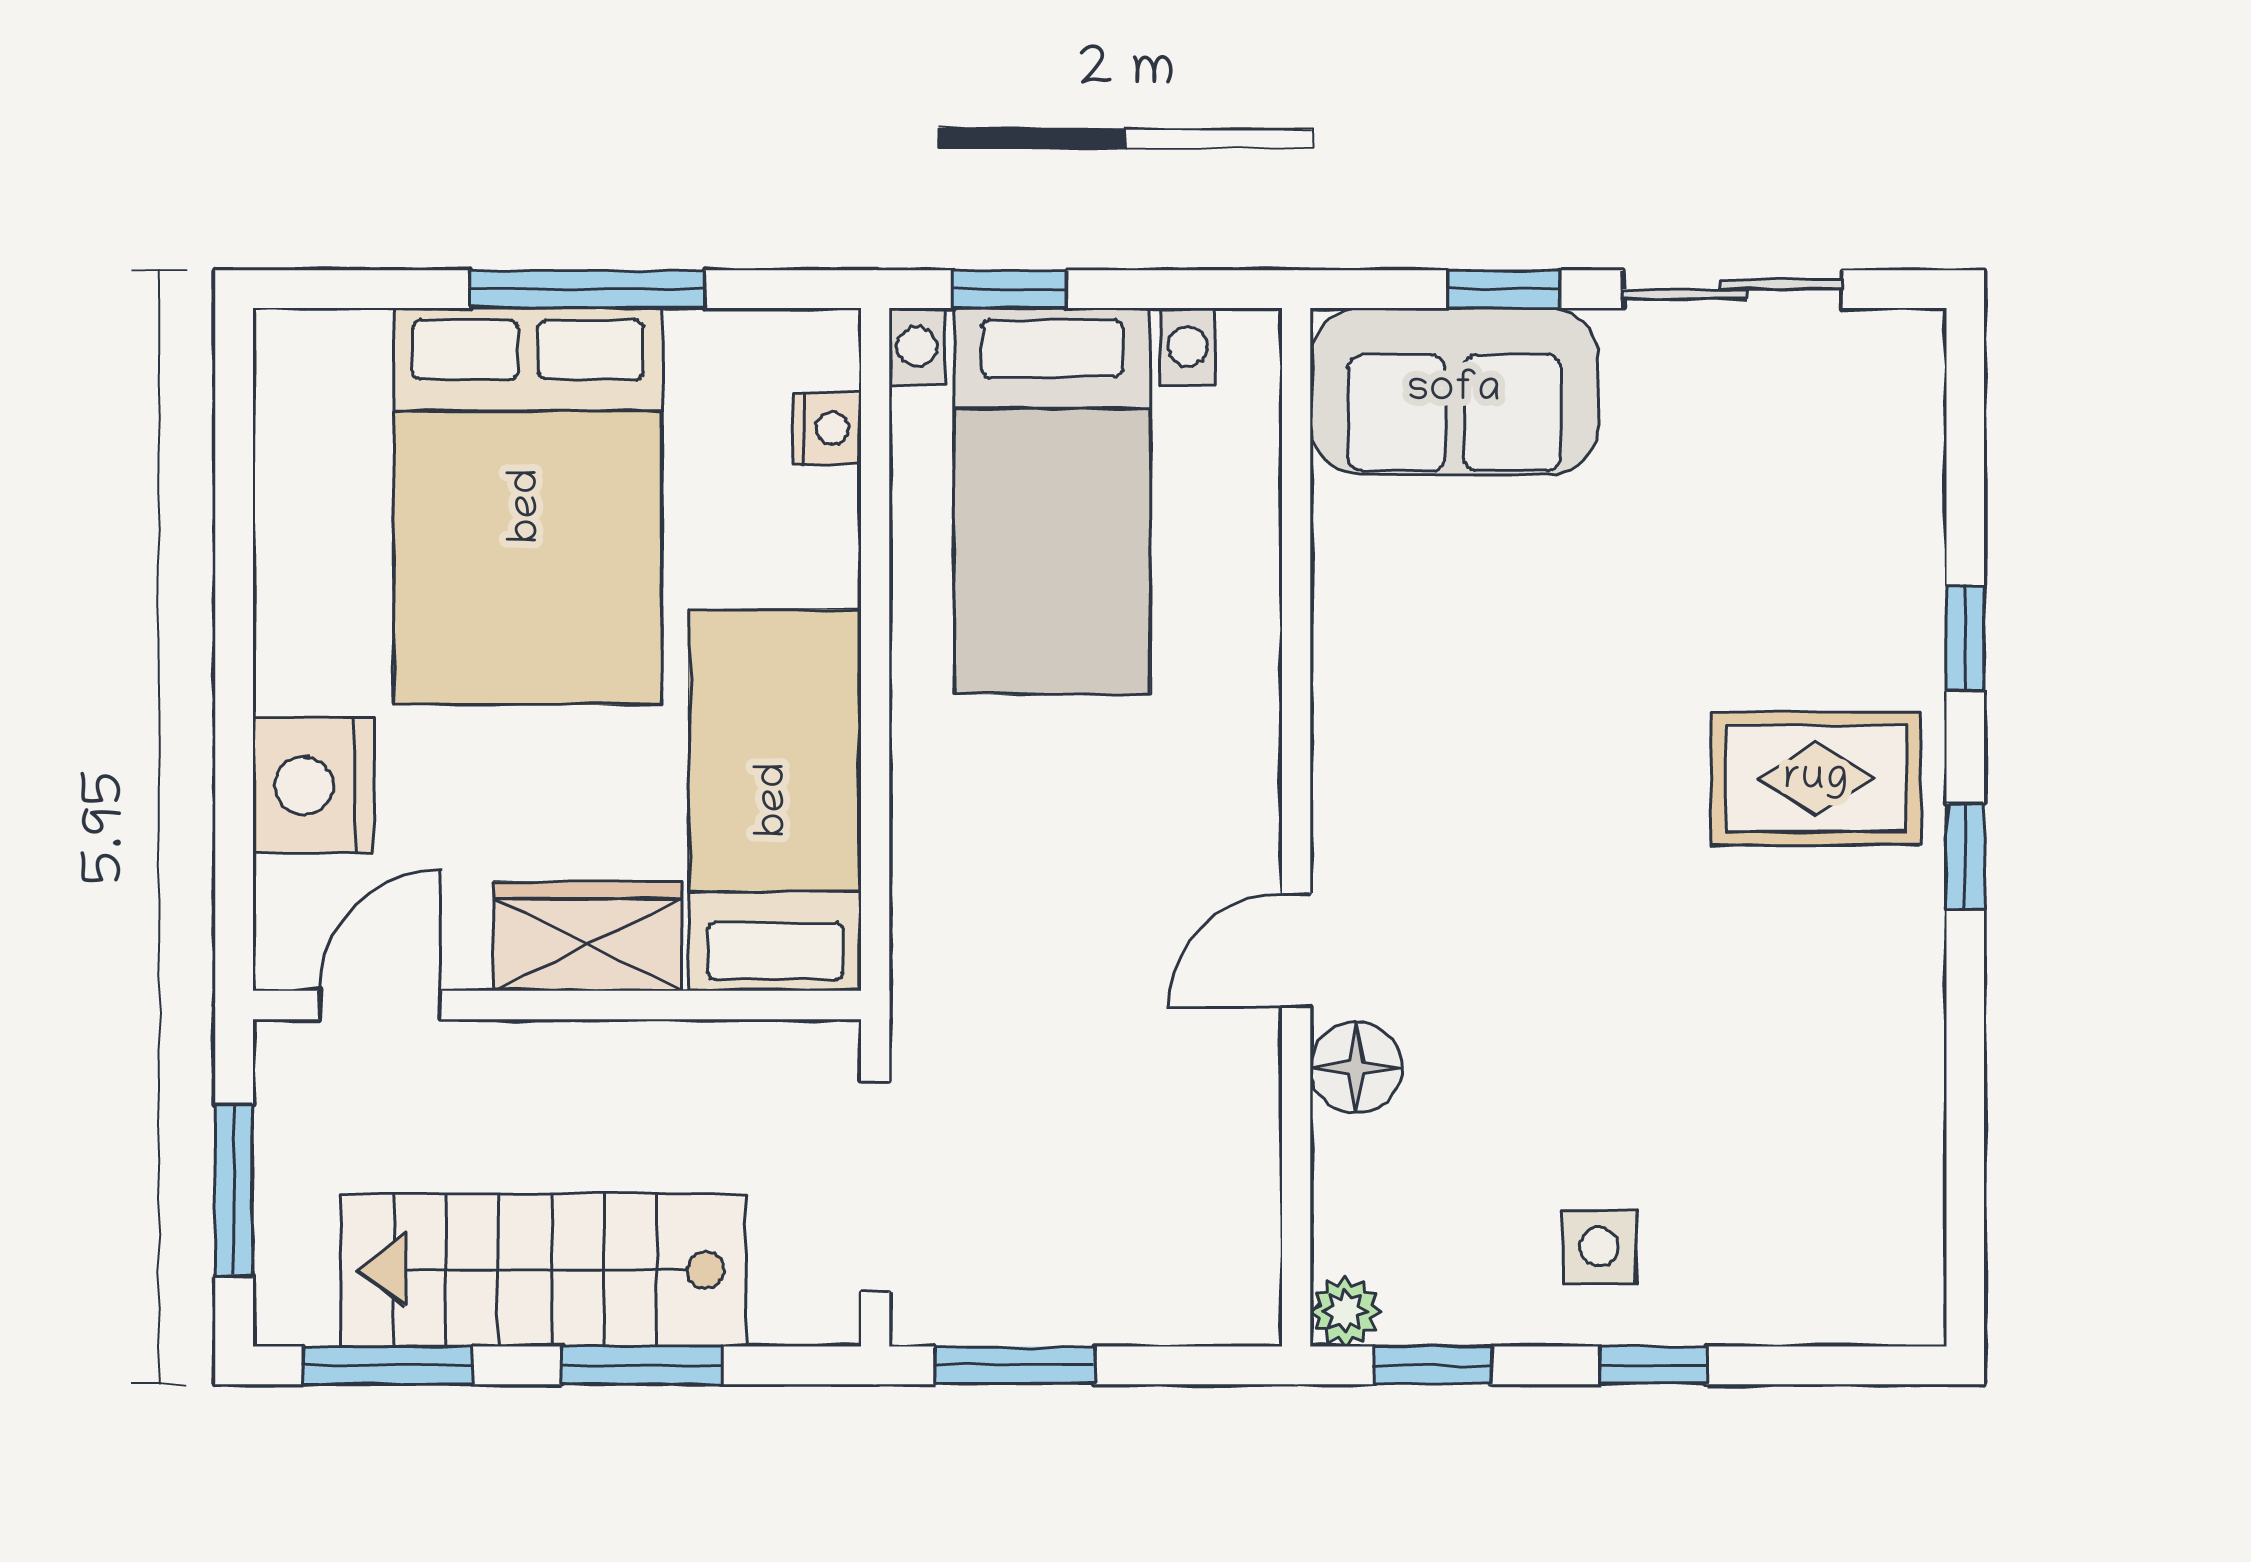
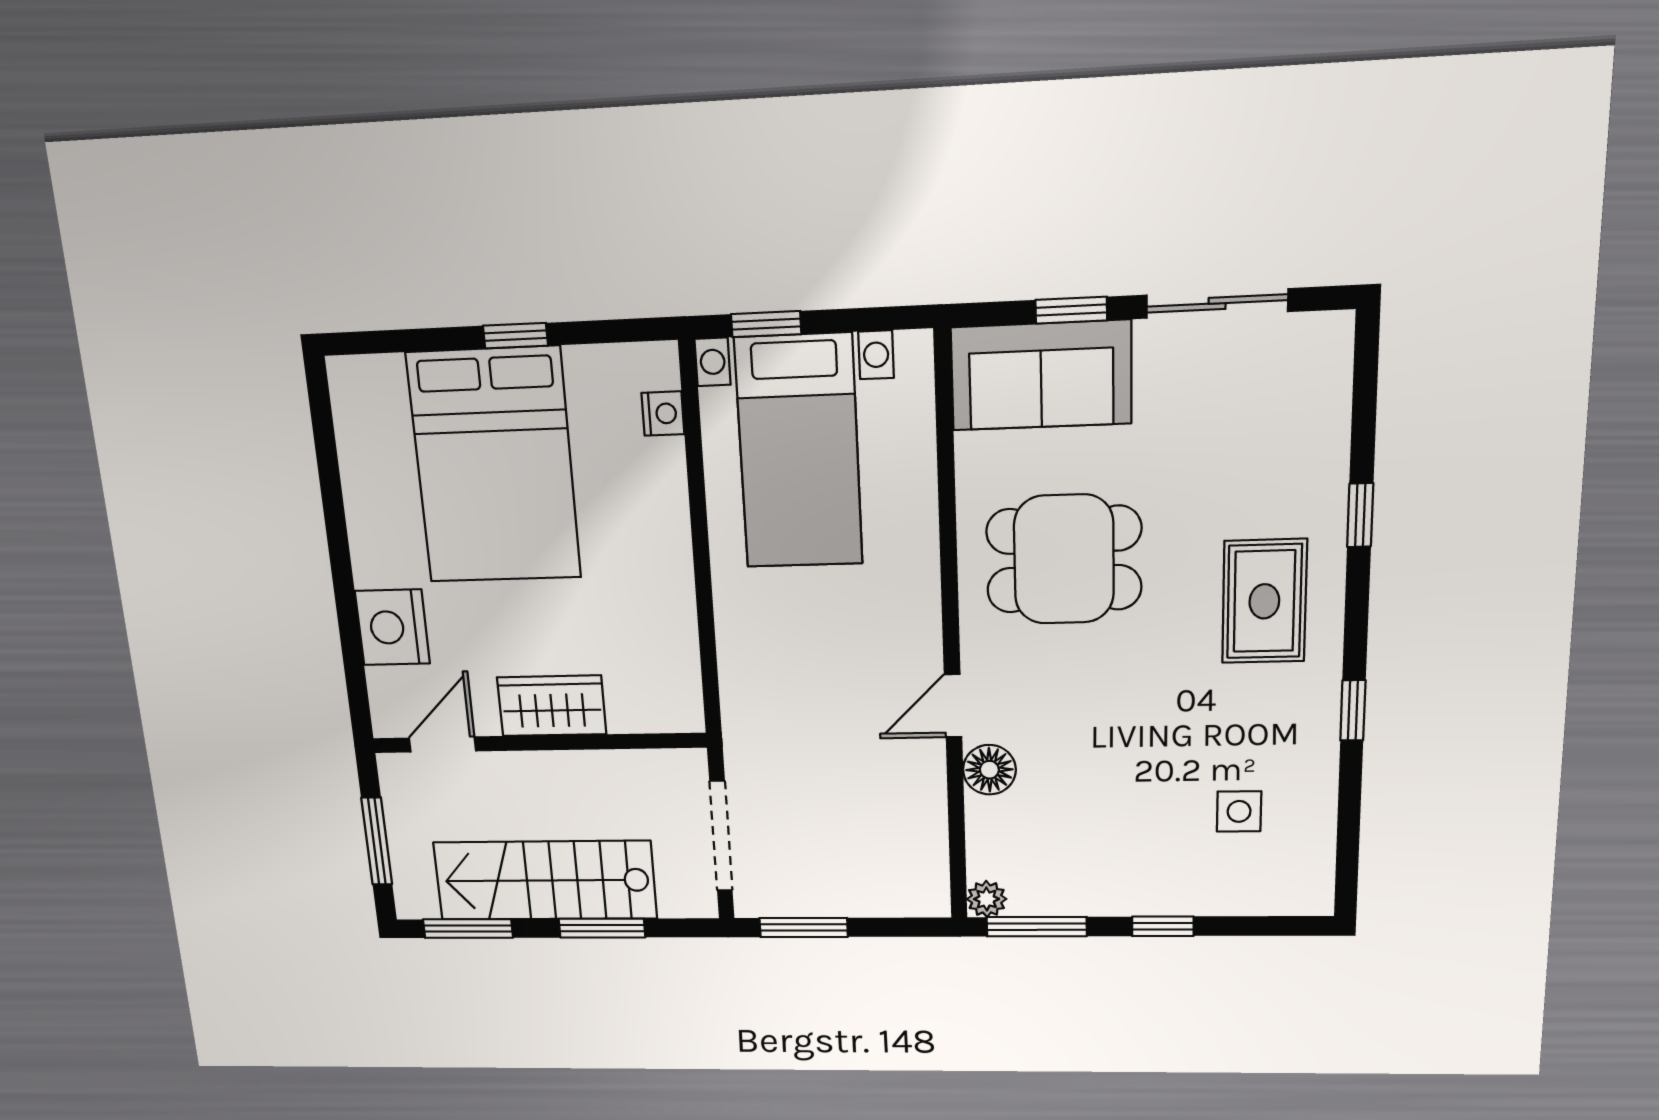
window: (587, 289) -> (515, 336), width x0.46
dining table: (1488, 698) -> (1064, 559), added
rug: (1816, 779) -> (1264, 601), turned 90
bed: (775, 800) -> (650, 629), removed
window: (1965, 856) -> (1353, 710), moved
side table: (1599, 1247) -> (1239, 811), moved
window: (1433, 1365) -> (1037, 927), width x1.50

